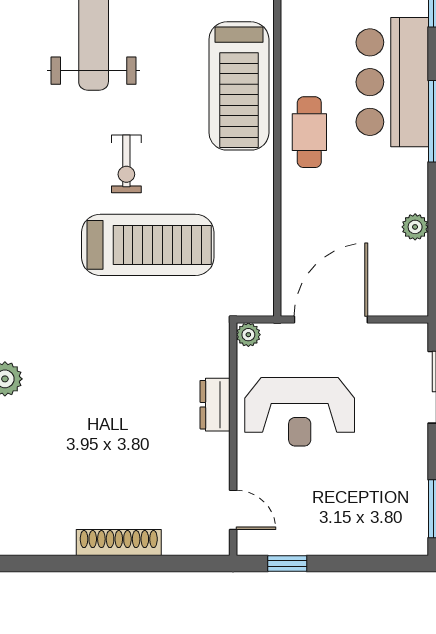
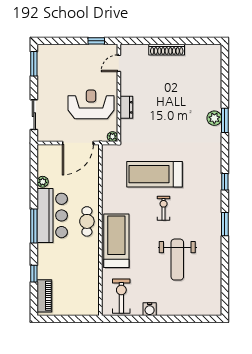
bar counter: (392, 82) -> (52, 215), moved
door: (233, 510) -> (119, 63), hinge flipped

